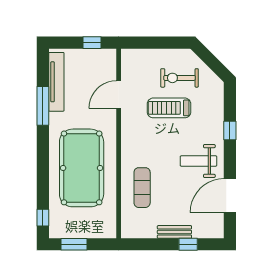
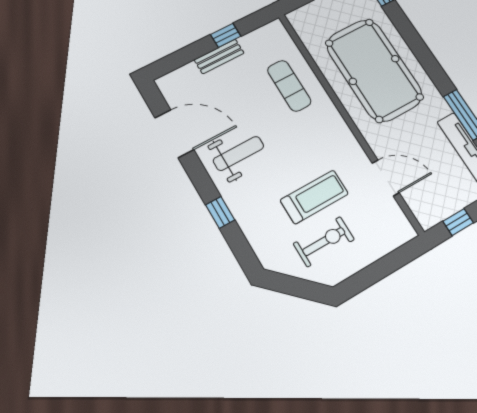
door: (119, 95) -> (386, 178), hinge flipped
door: (230, 196) -> (174, 134), hinge flipped
window: (188, 244) -> (226, 35), moved

